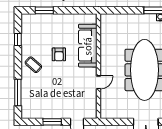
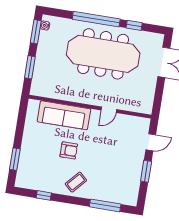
window: (123, 10) -> (30, 67), added
door: (99, 82) -> (109, 110), swing flipped

